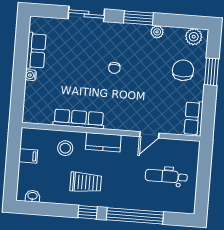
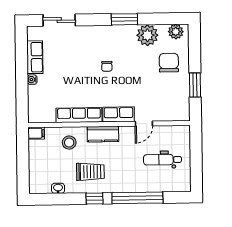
sliding door: (86, 14) -> (59, 20), moved
plant: (157, 32) -> (147, 35), width x1.88, depth x1.88
window: (212, 72) -> (195, 85), moved
row of seats: (194, 119) -> (119, 114), moved, turned 90
filing cabinet: (28, 156) -> (36, 133), moved
washbasin: (33, 196) -> (58, 188), moved

